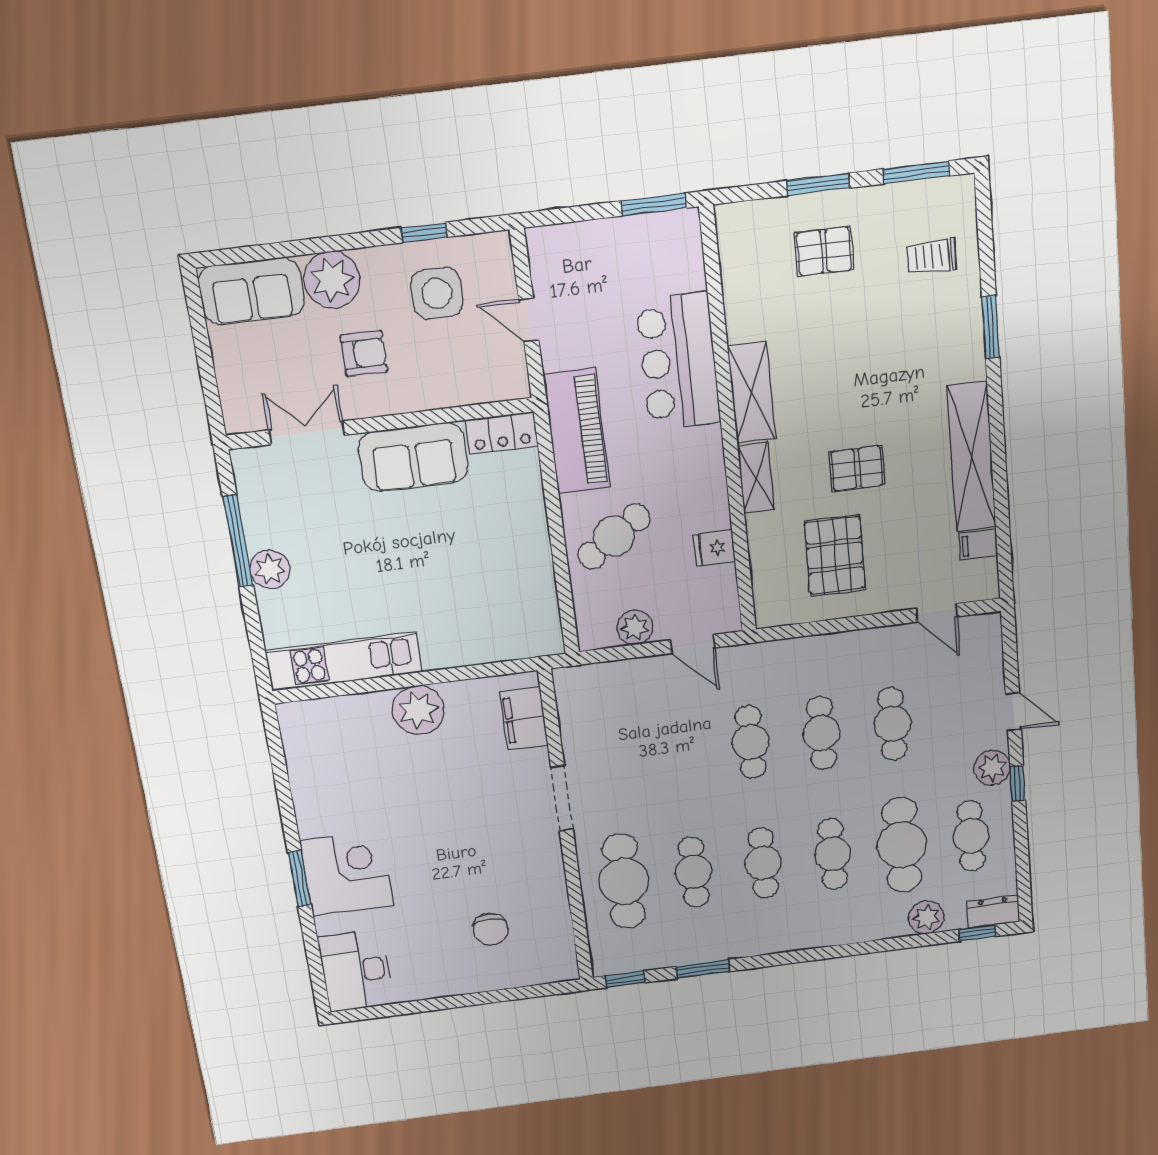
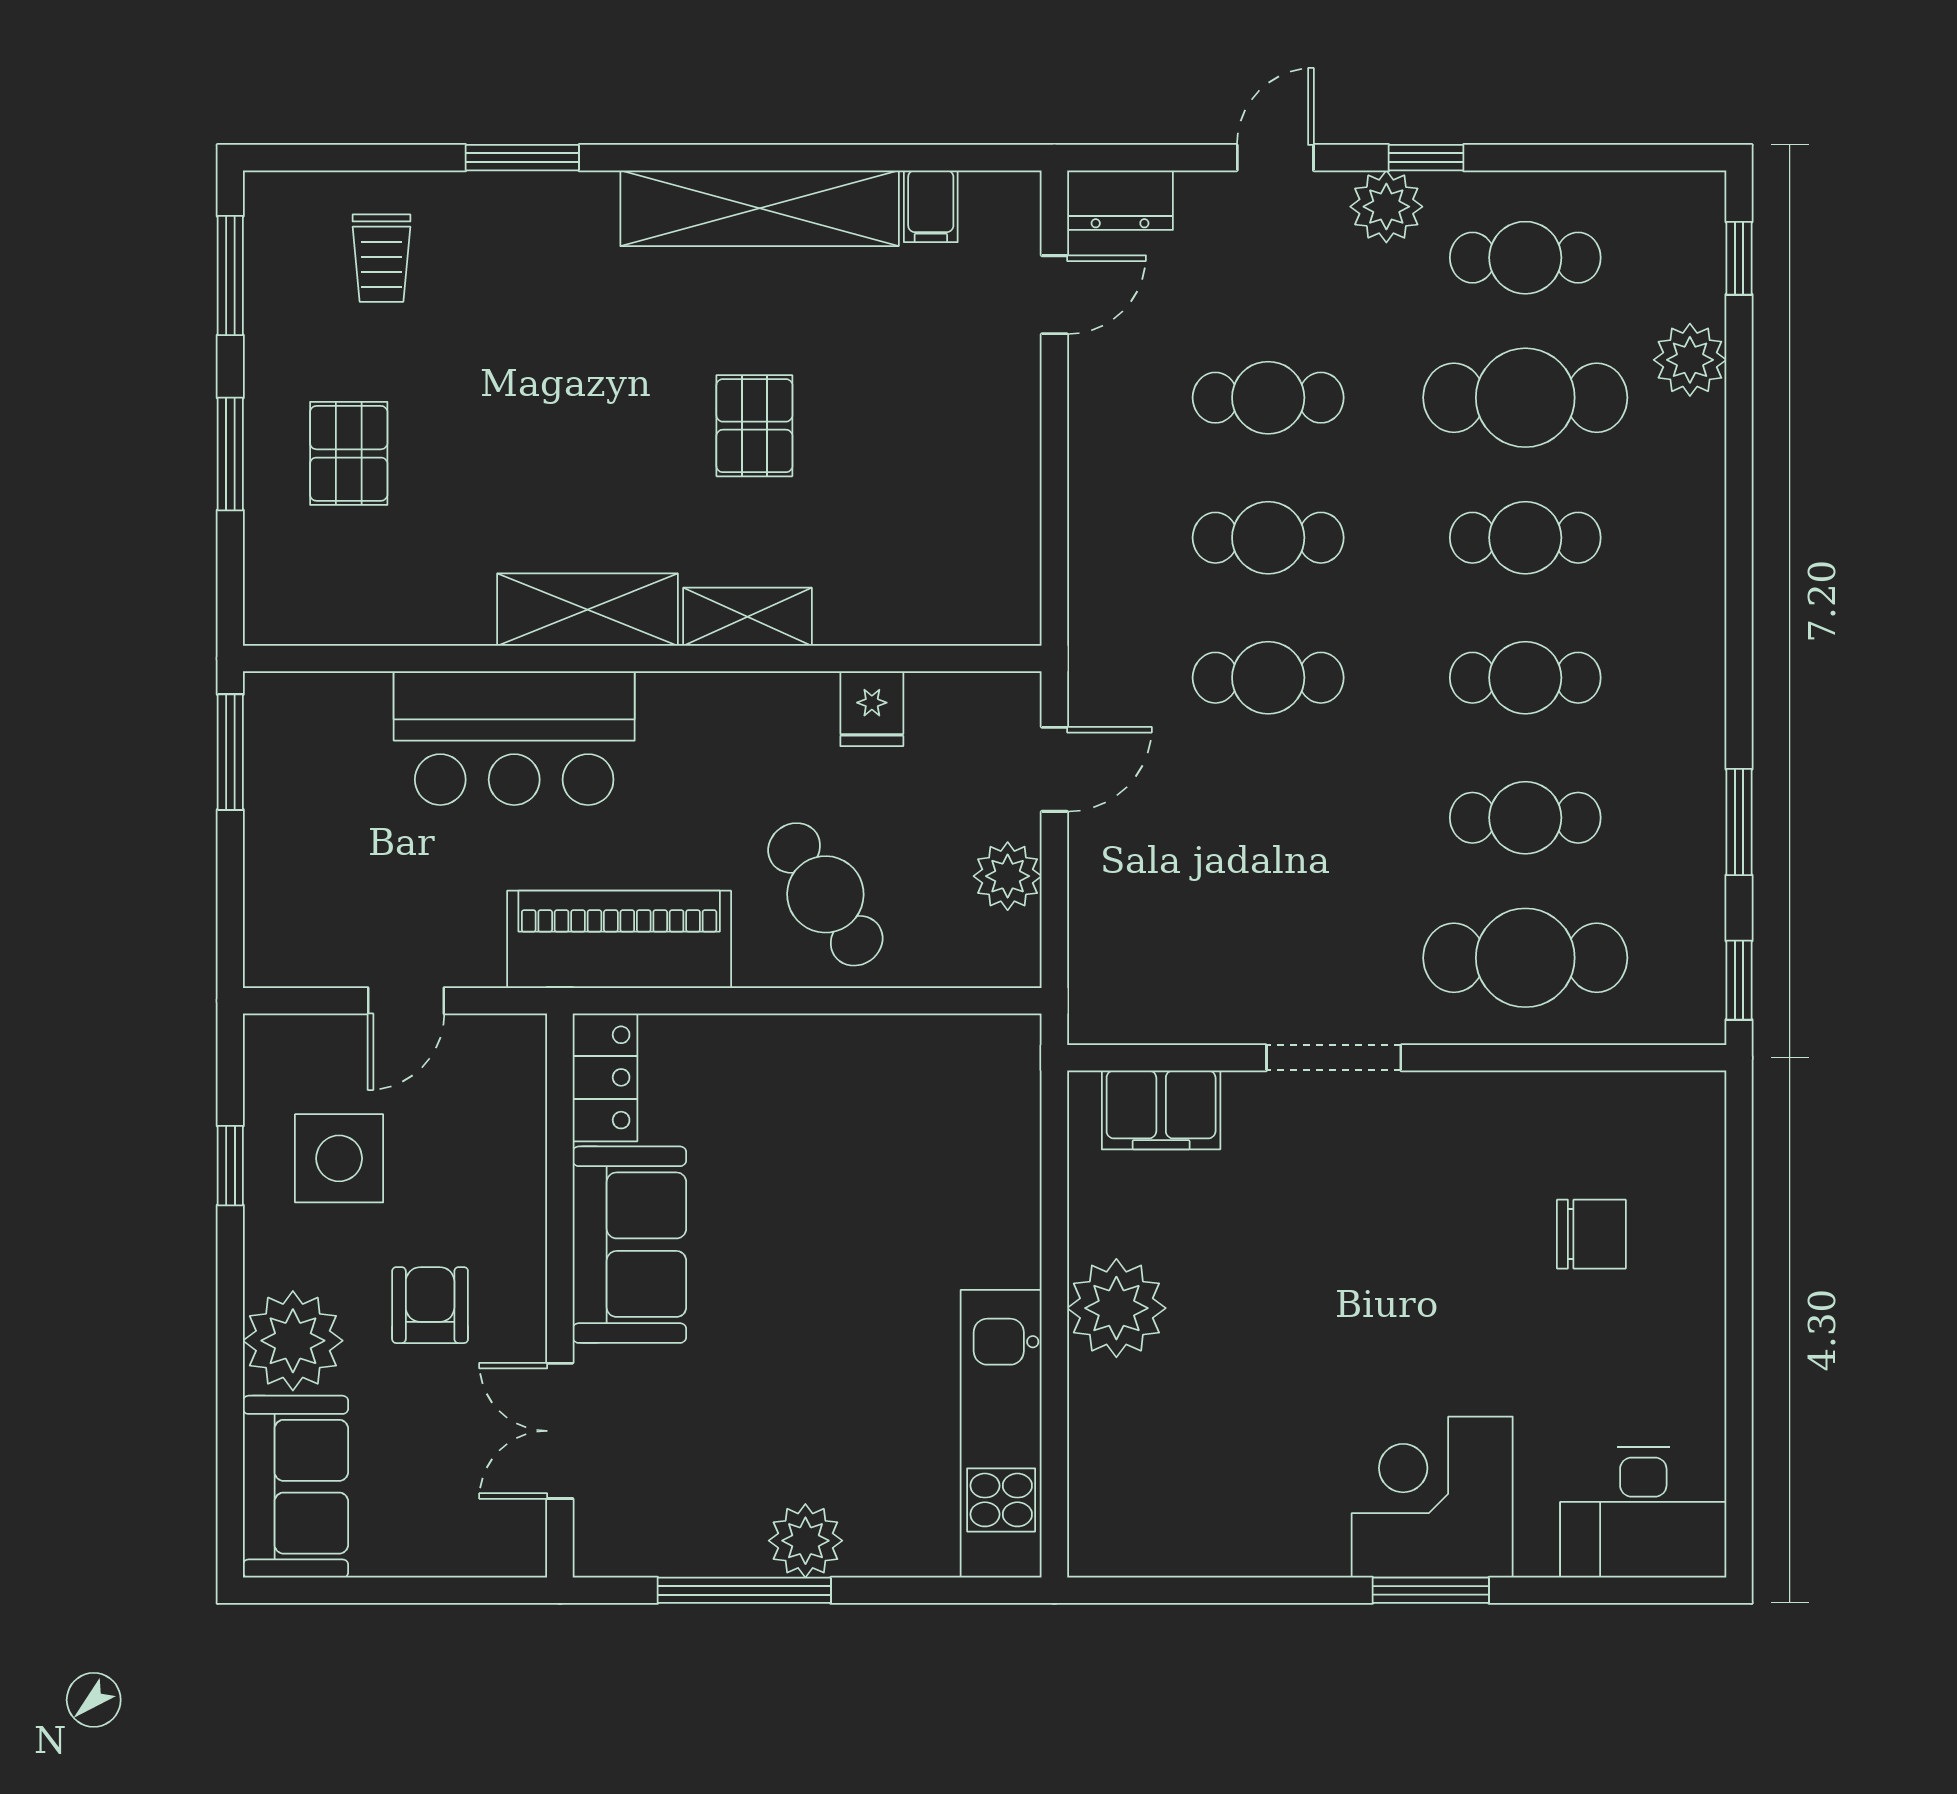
pallet: (835, 555) -> (916, 482), removed
dresser: (993, 912) -> (1120, 200), moved, turned -90

